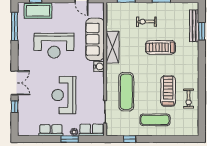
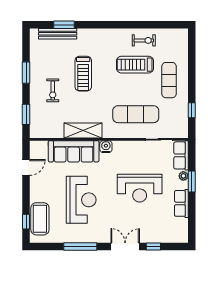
window: (15, 26) -> (80, 247), moved

